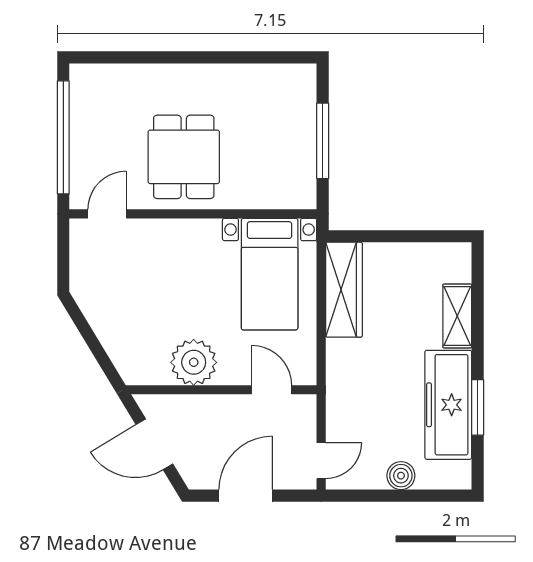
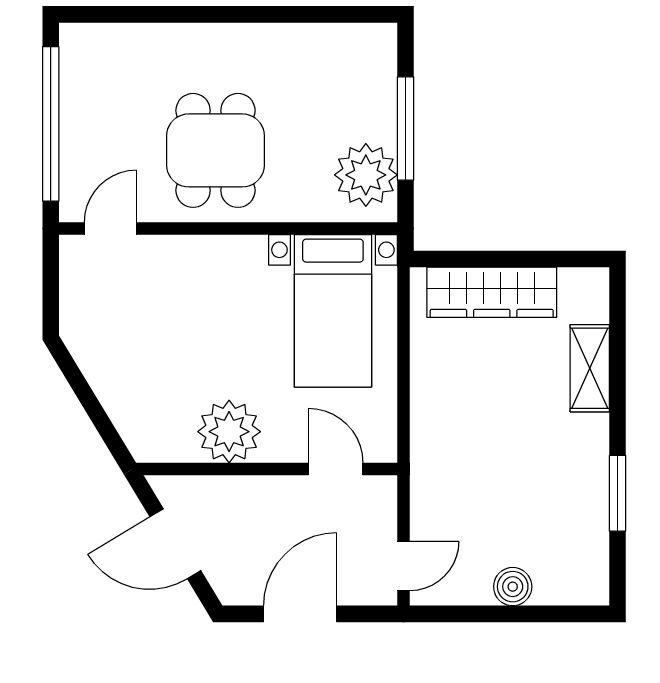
plant: (294, 175) -> (366, 175), added
wardrobe: (344, 290) -> (492, 292), moved, turned 90
freezer: (448, 405) -> (577, 490), removed

